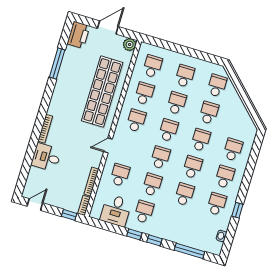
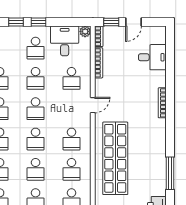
desk: (46, 157) -> (152, 57), moved
door: (35, 205) -> (134, 22), moved
plant: (95, 213) -> (85, 31), added

